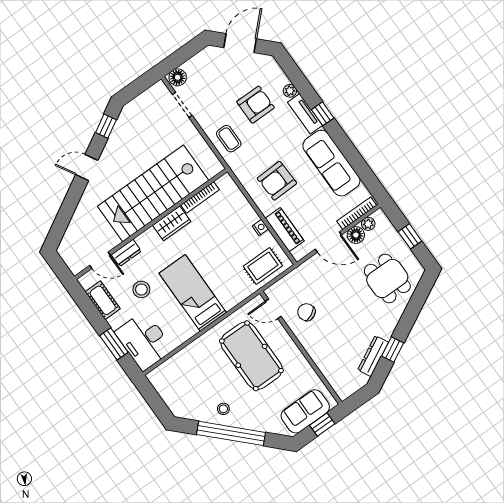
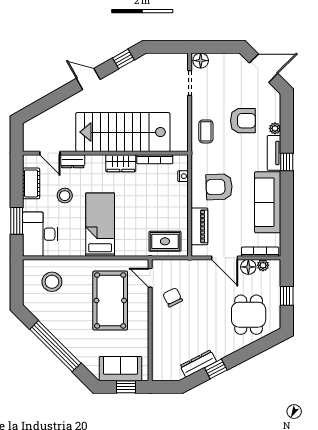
nightstand: (260, 227) -> (183, 176), moved
stool: (223, 409) -> (52, 282), moved, width x1.89, depth x1.89

